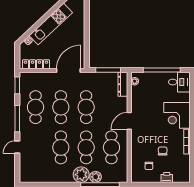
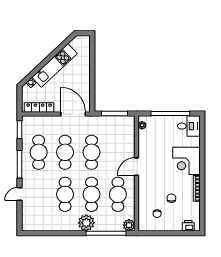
door: (68, 70) -> (73, 114), hinge flipped
dresser: (123, 84) -> (130, 128), removed
plant: (96, 177) -> (129, 225), moved
printer: (167, 177) -> (188, 226), moved

